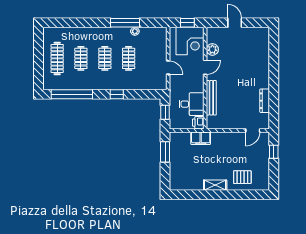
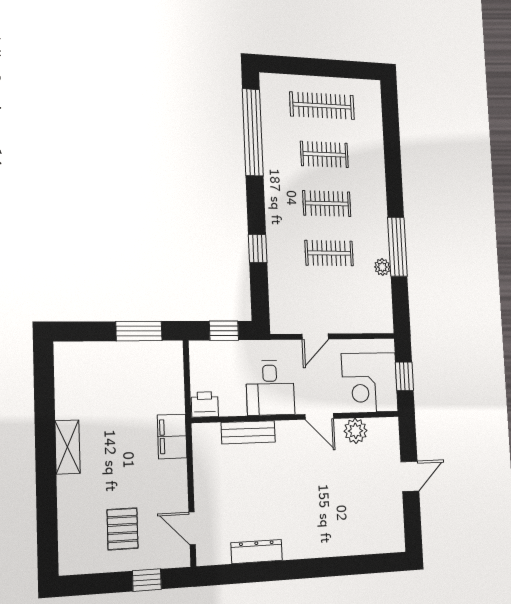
window: (117, 94) -> (258, 249), moved
bench: (211, 98) -> (248, 432), width x0.73
desk: (191, 104) -> (270, 388), moved
filing cabinet: (201, 138) -> (172, 436), moved
pallet: (242, 177) -> (122, 529), moved

